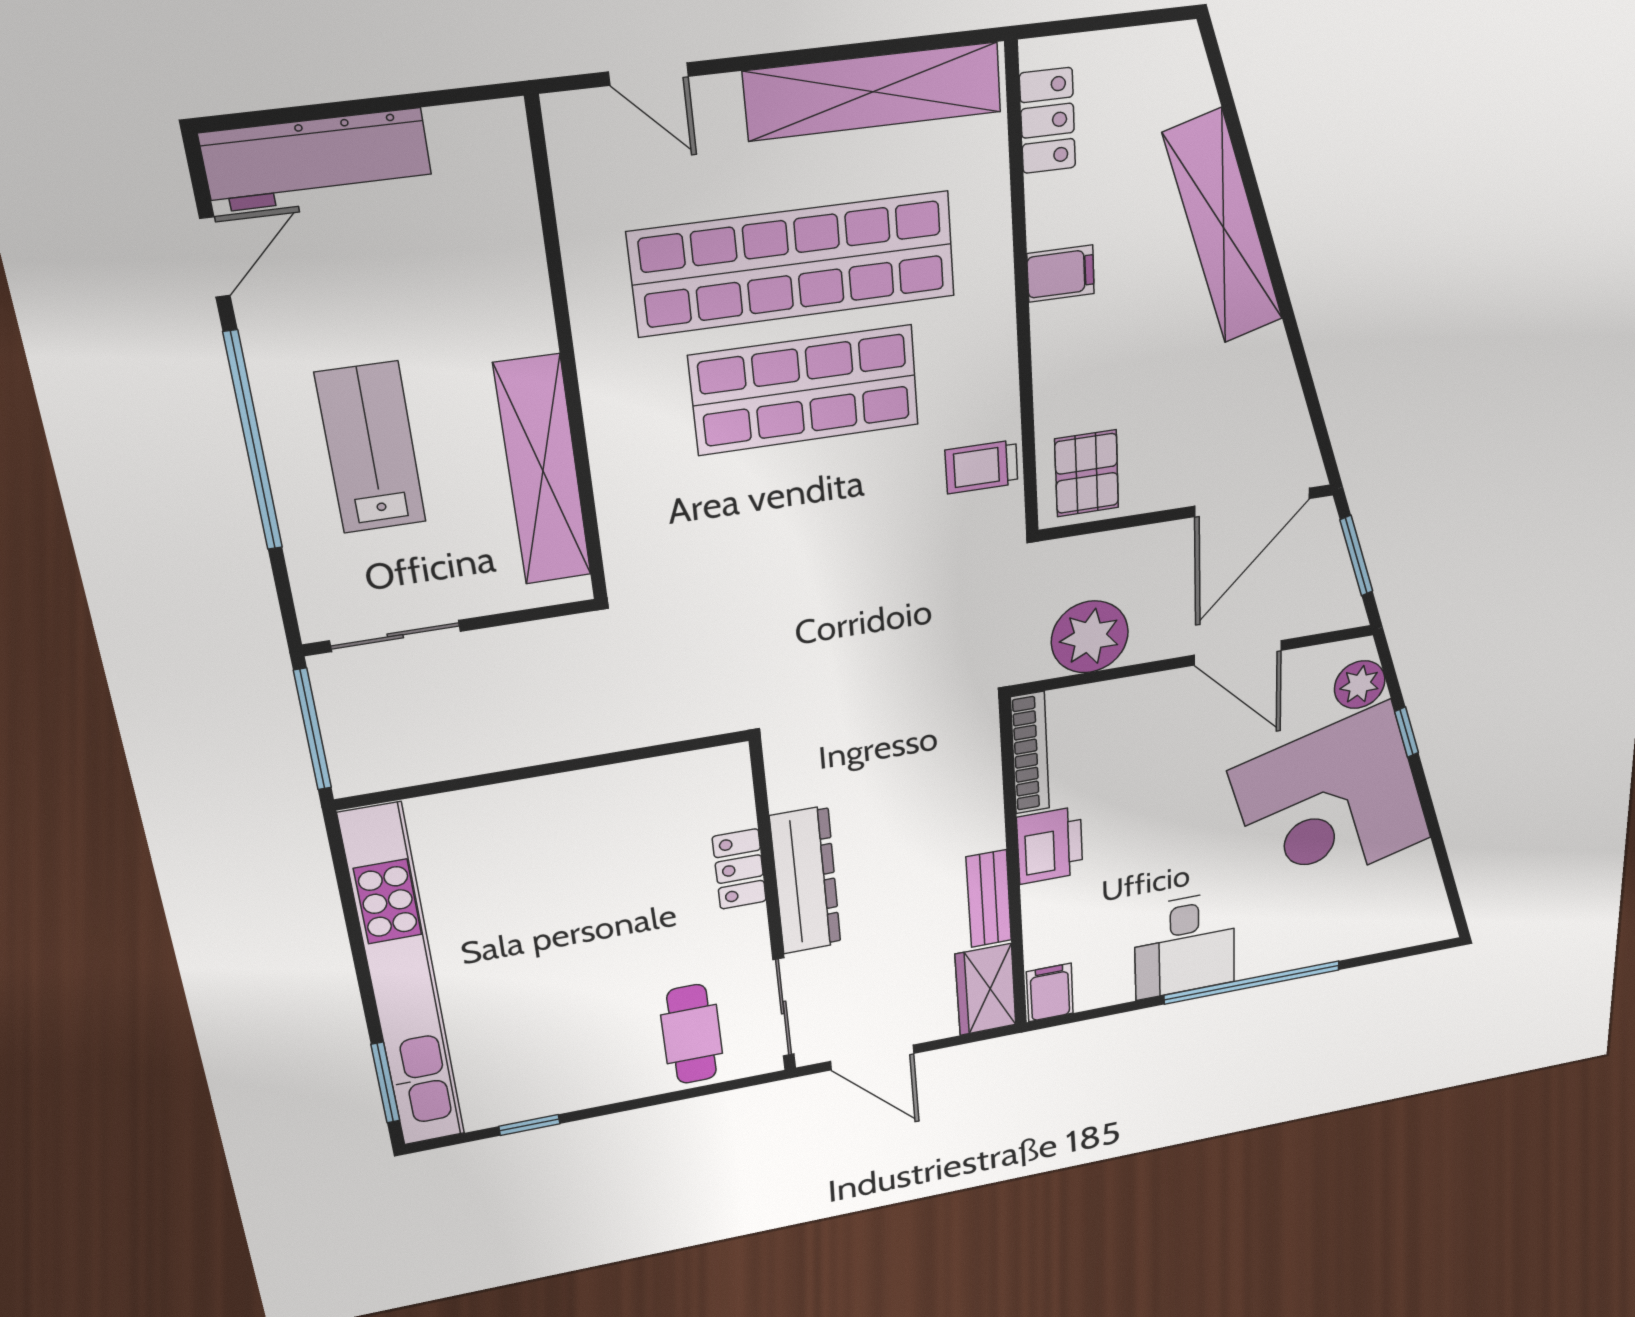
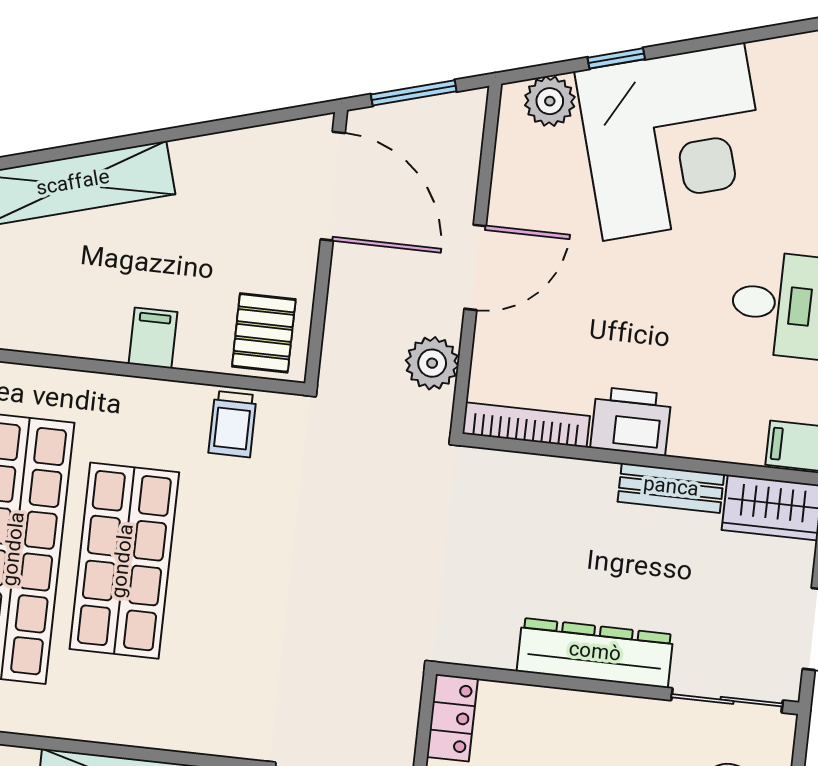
filing cabinet: (1061, 274) -> (153, 338), moved
pallet: (1087, 473) -> (264, 333), turned 90
plant: (1090, 637) -> (432, 363), width x0.73, depth x0.73
door: (1238, 653) -> (475, 267), moved
locker: (739, 869) -> (452, 718), moved, turned -90

